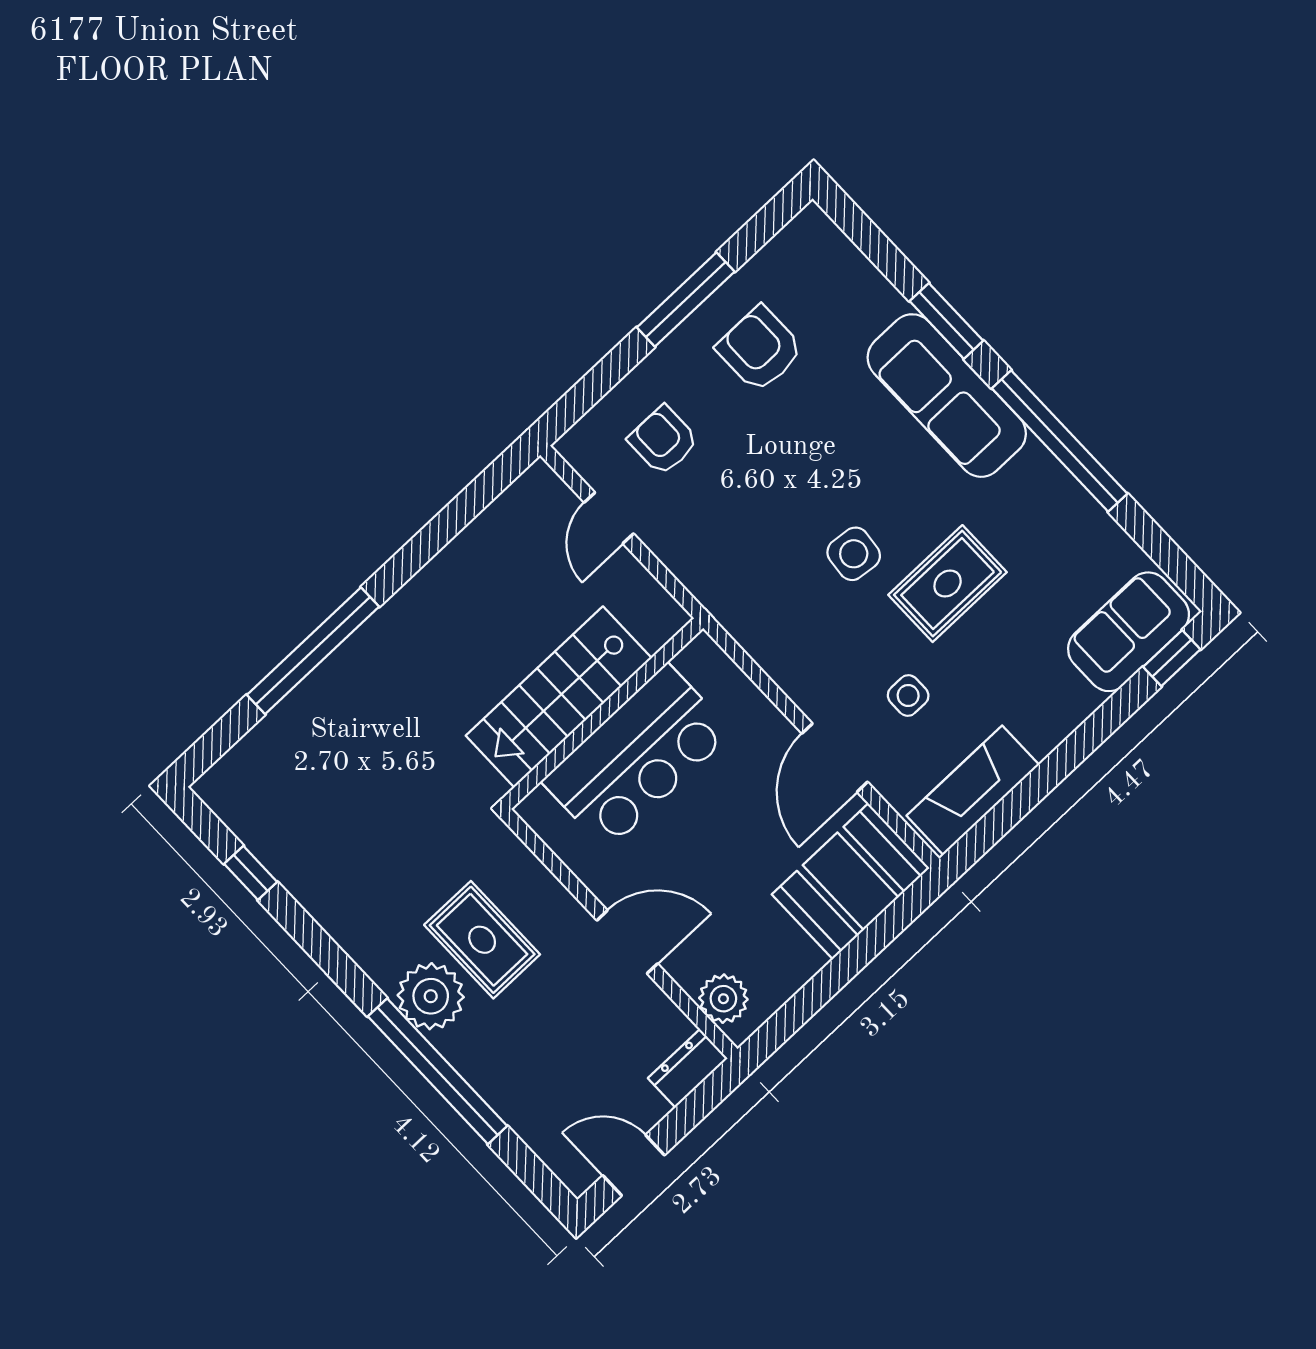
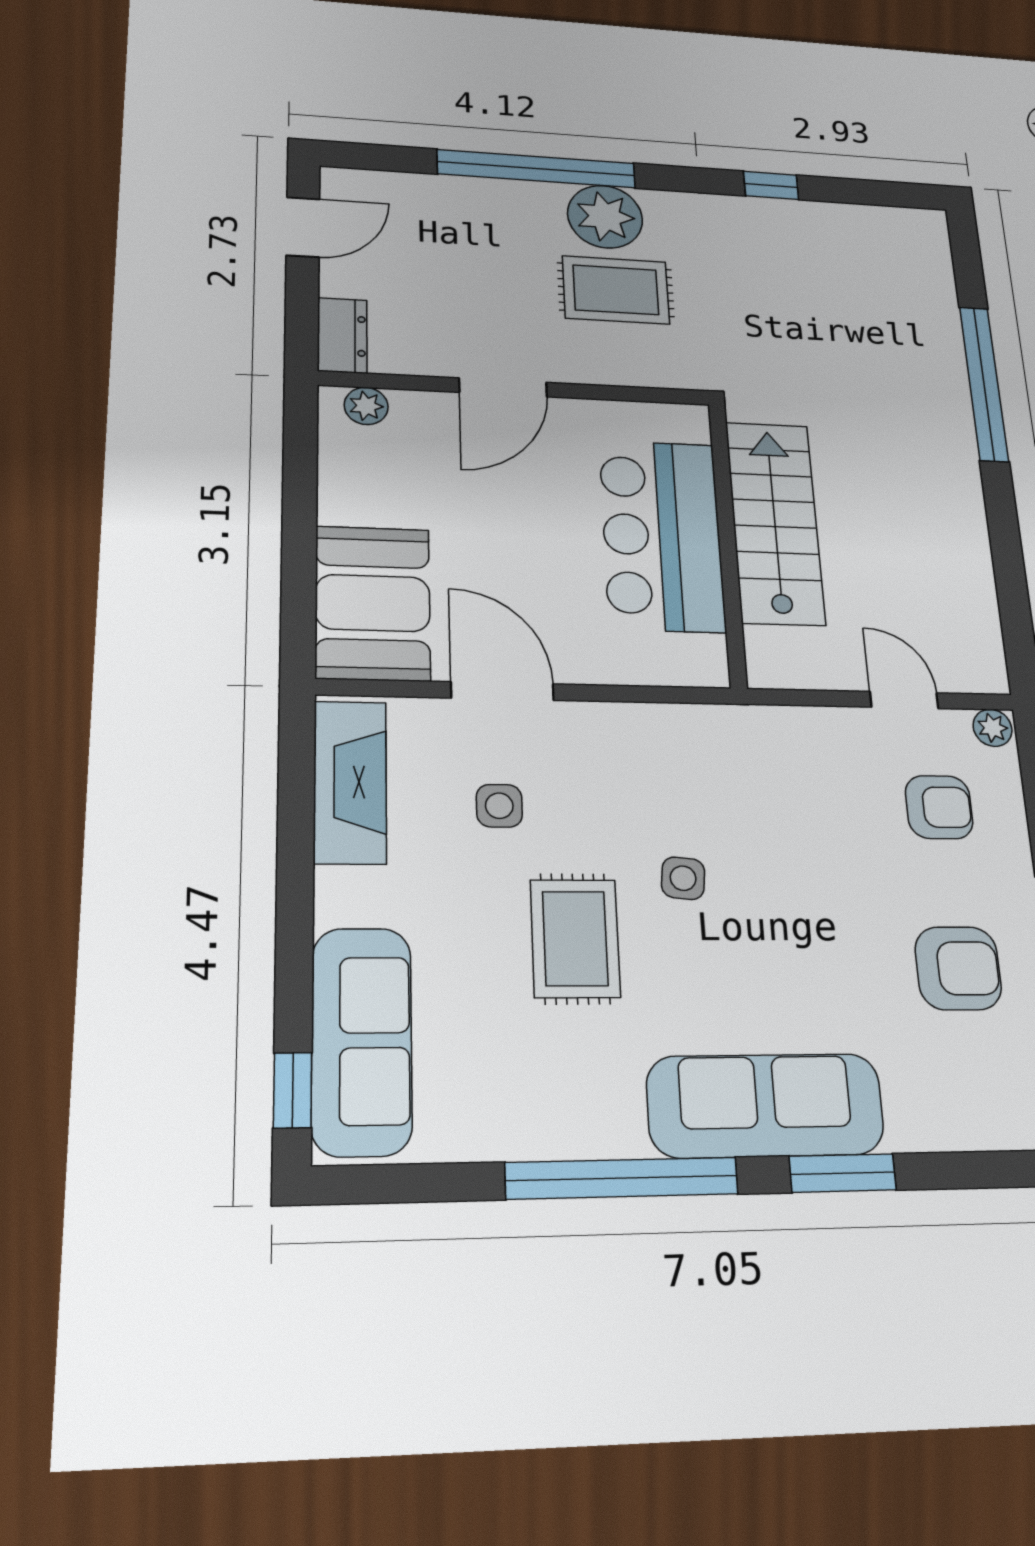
plant: (576, 449) -> (993, 728), added
side table: (854, 554) -> (683, 878), width x0.73, depth x0.73
sofa: (1129, 632) -> (362, 1040), width x1.36
window: (251, 873) -> (771, 185), moved
plant: (723, 999) -> (366, 406), width x0.73, depth x0.73

